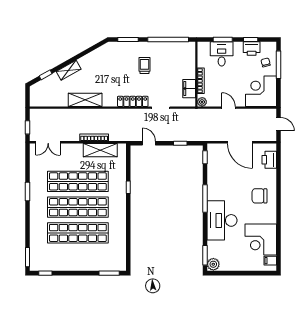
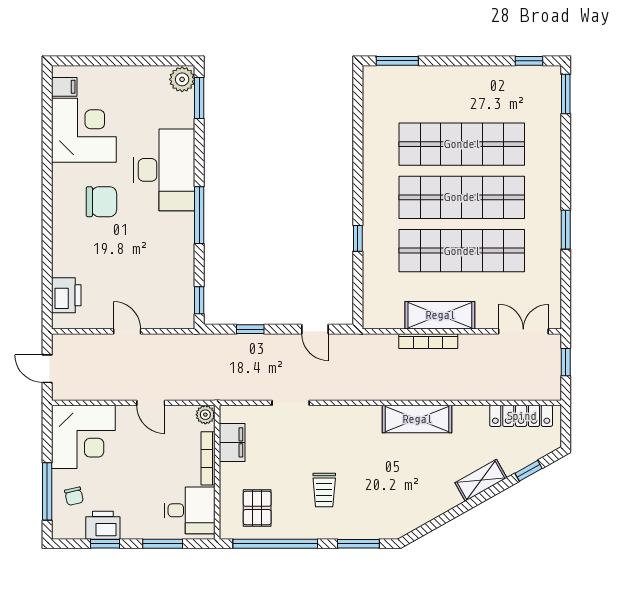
desk: (222, 54) -> (189, 510), moved, turned -90
pallet: (177, 57) -> (257, 508), added
shelving: (85, 100) -> (417, 419), moved
locker: (133, 101) -> (521, 416), moved
door: (240, 142) -> (127, 331), width x0.53
shelving: (100, 150) -> (440, 315), moved
chair: (259, 196) -> (101, 202), moved

